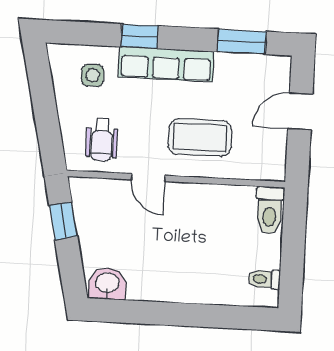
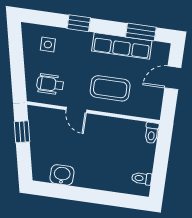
row of seats: (166, 64) -> (122, 46), moved
wheelchair: (102, 139) -> (50, 84), turned 90
toilet: (269, 210) -> (152, 133), width x0.73, depth x0.72
washbasin: (107, 284) -> (62, 175), moved

